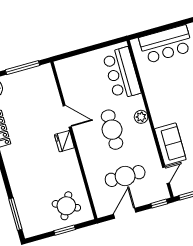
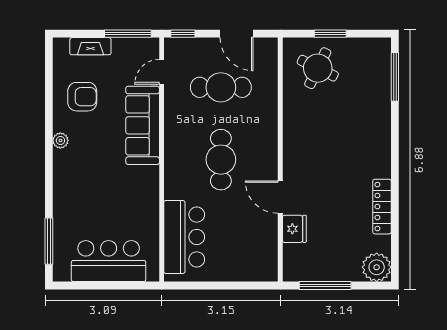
plant: (141, 117) -> (174, 166), removed
fridge: (64, 141) -> (294, 229), moved
sofa: (170, 144) -> (143, 125), width x1.36
door: (125, 213) -> (237, 34), hinge flipped

